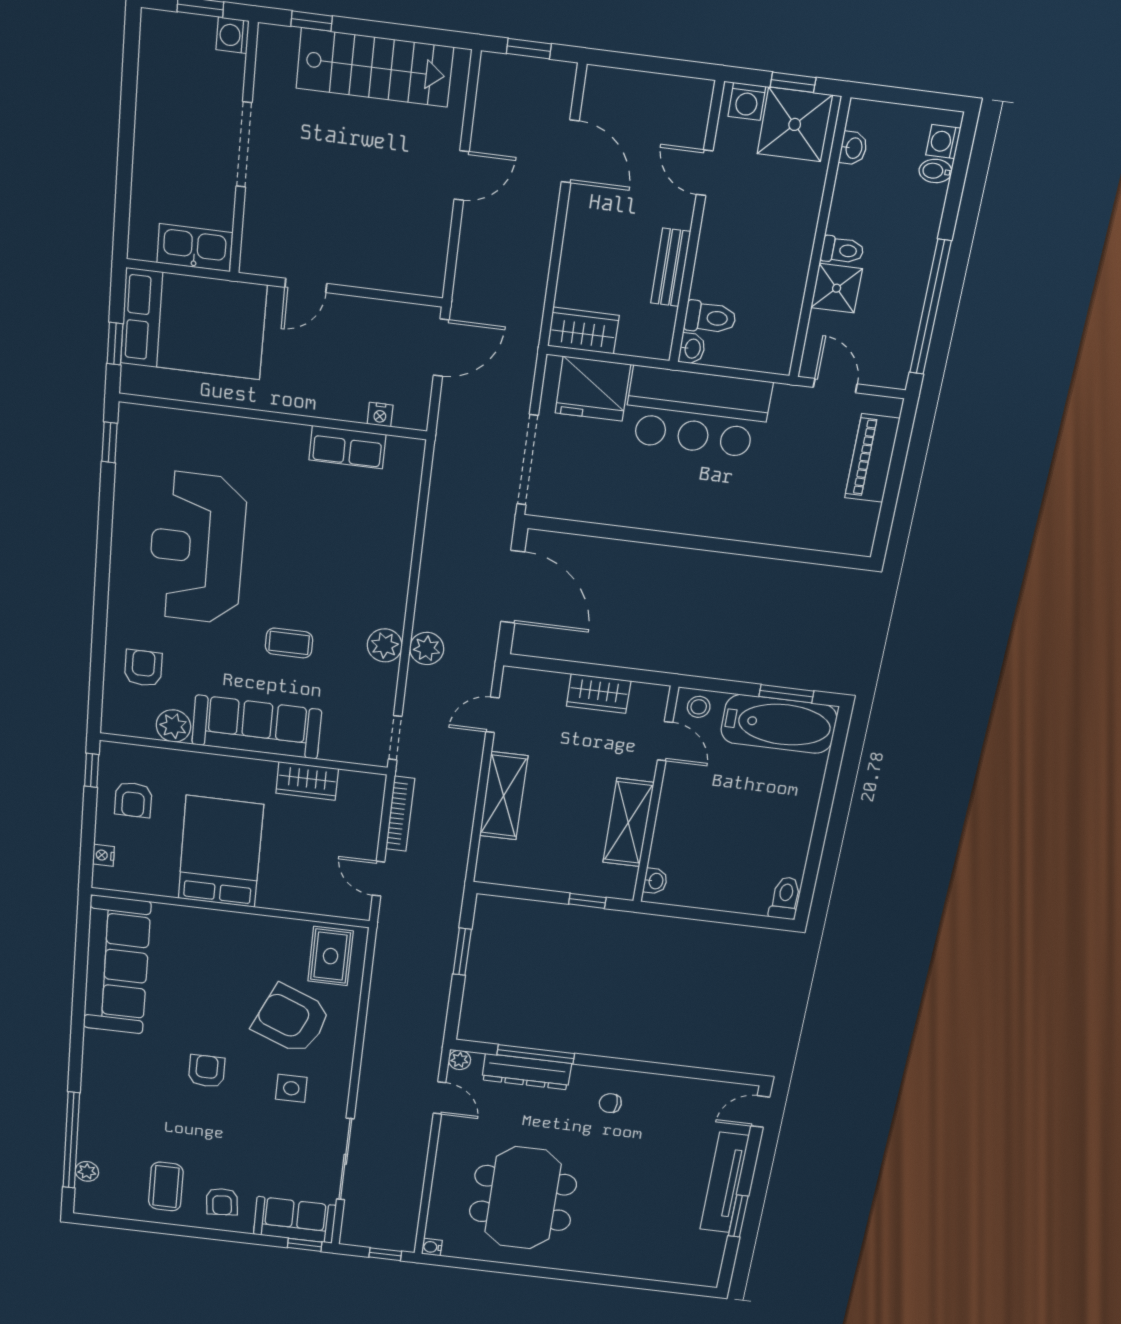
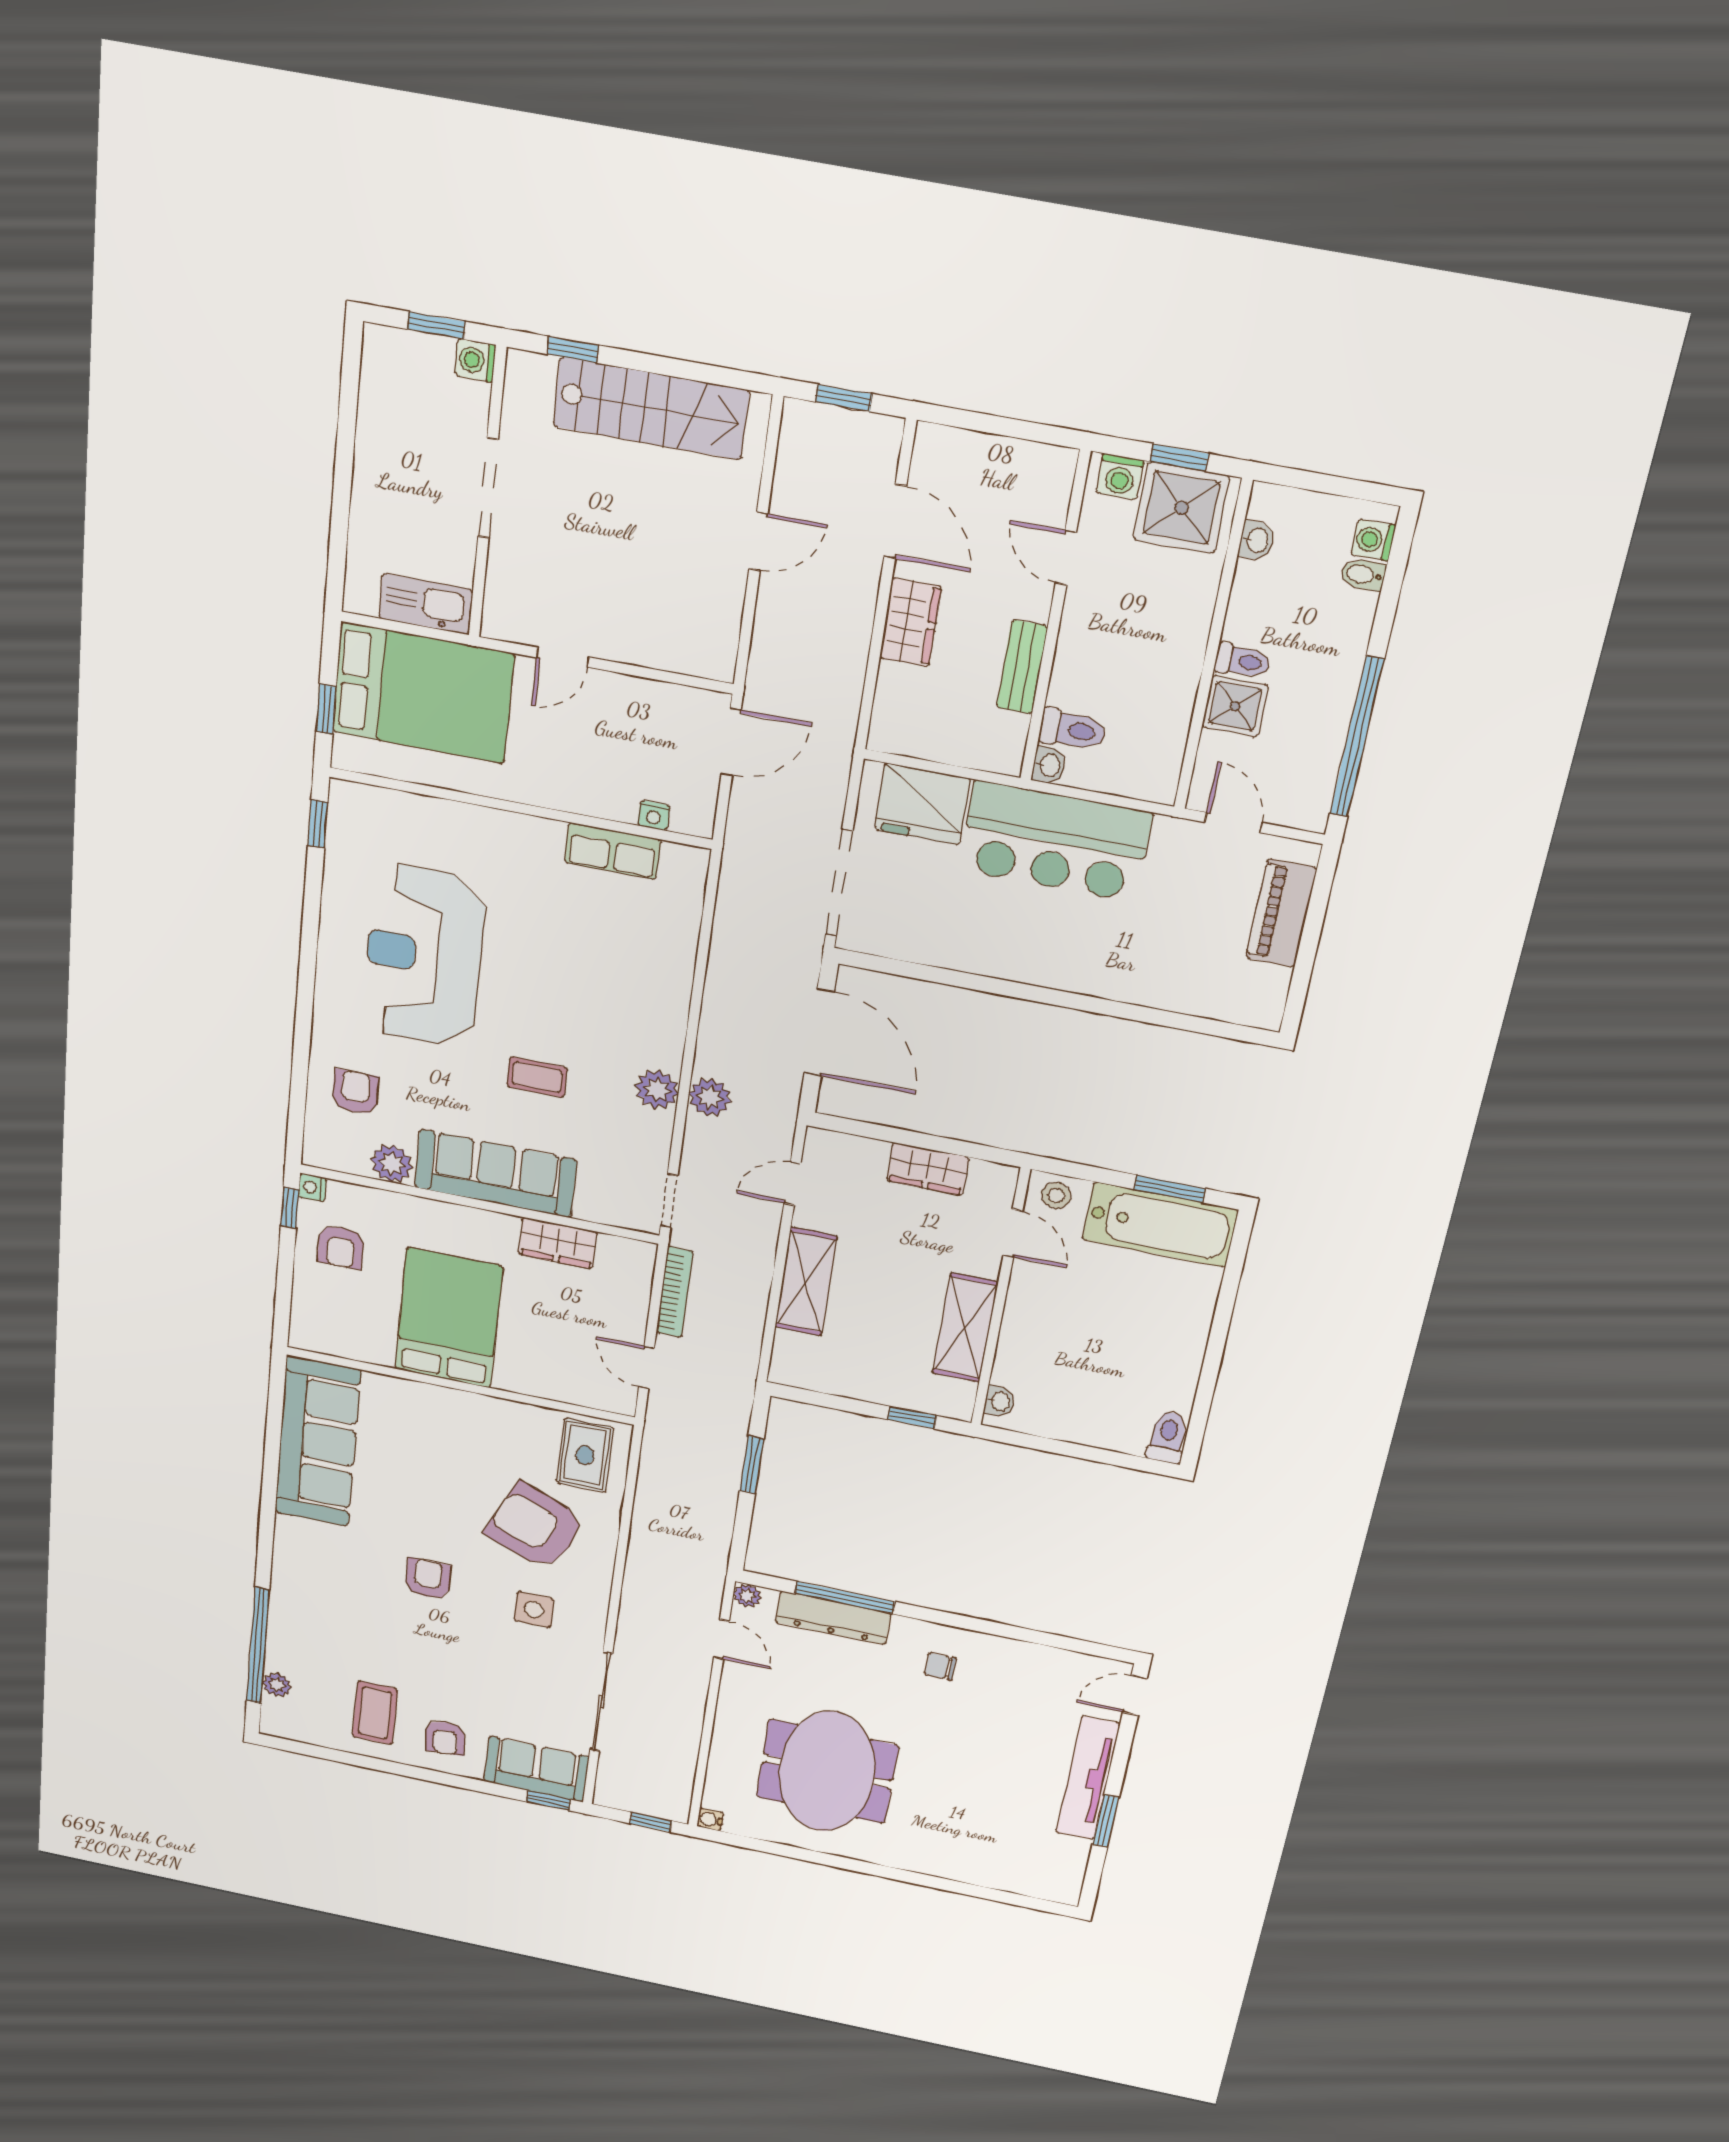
wardrobe: (583, 331) -> (910, 622), moved, turned 90
nightstand: (103, 855) -> (312, 1187), moved

